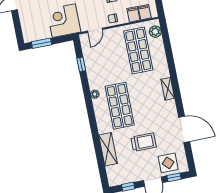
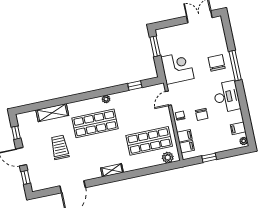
door: (95, 30) -> (168, 98), hinge flipped
trolley: (144, 142) -> (60, 147), turned 180
display table: (168, 163) -> (40, 171), removed

